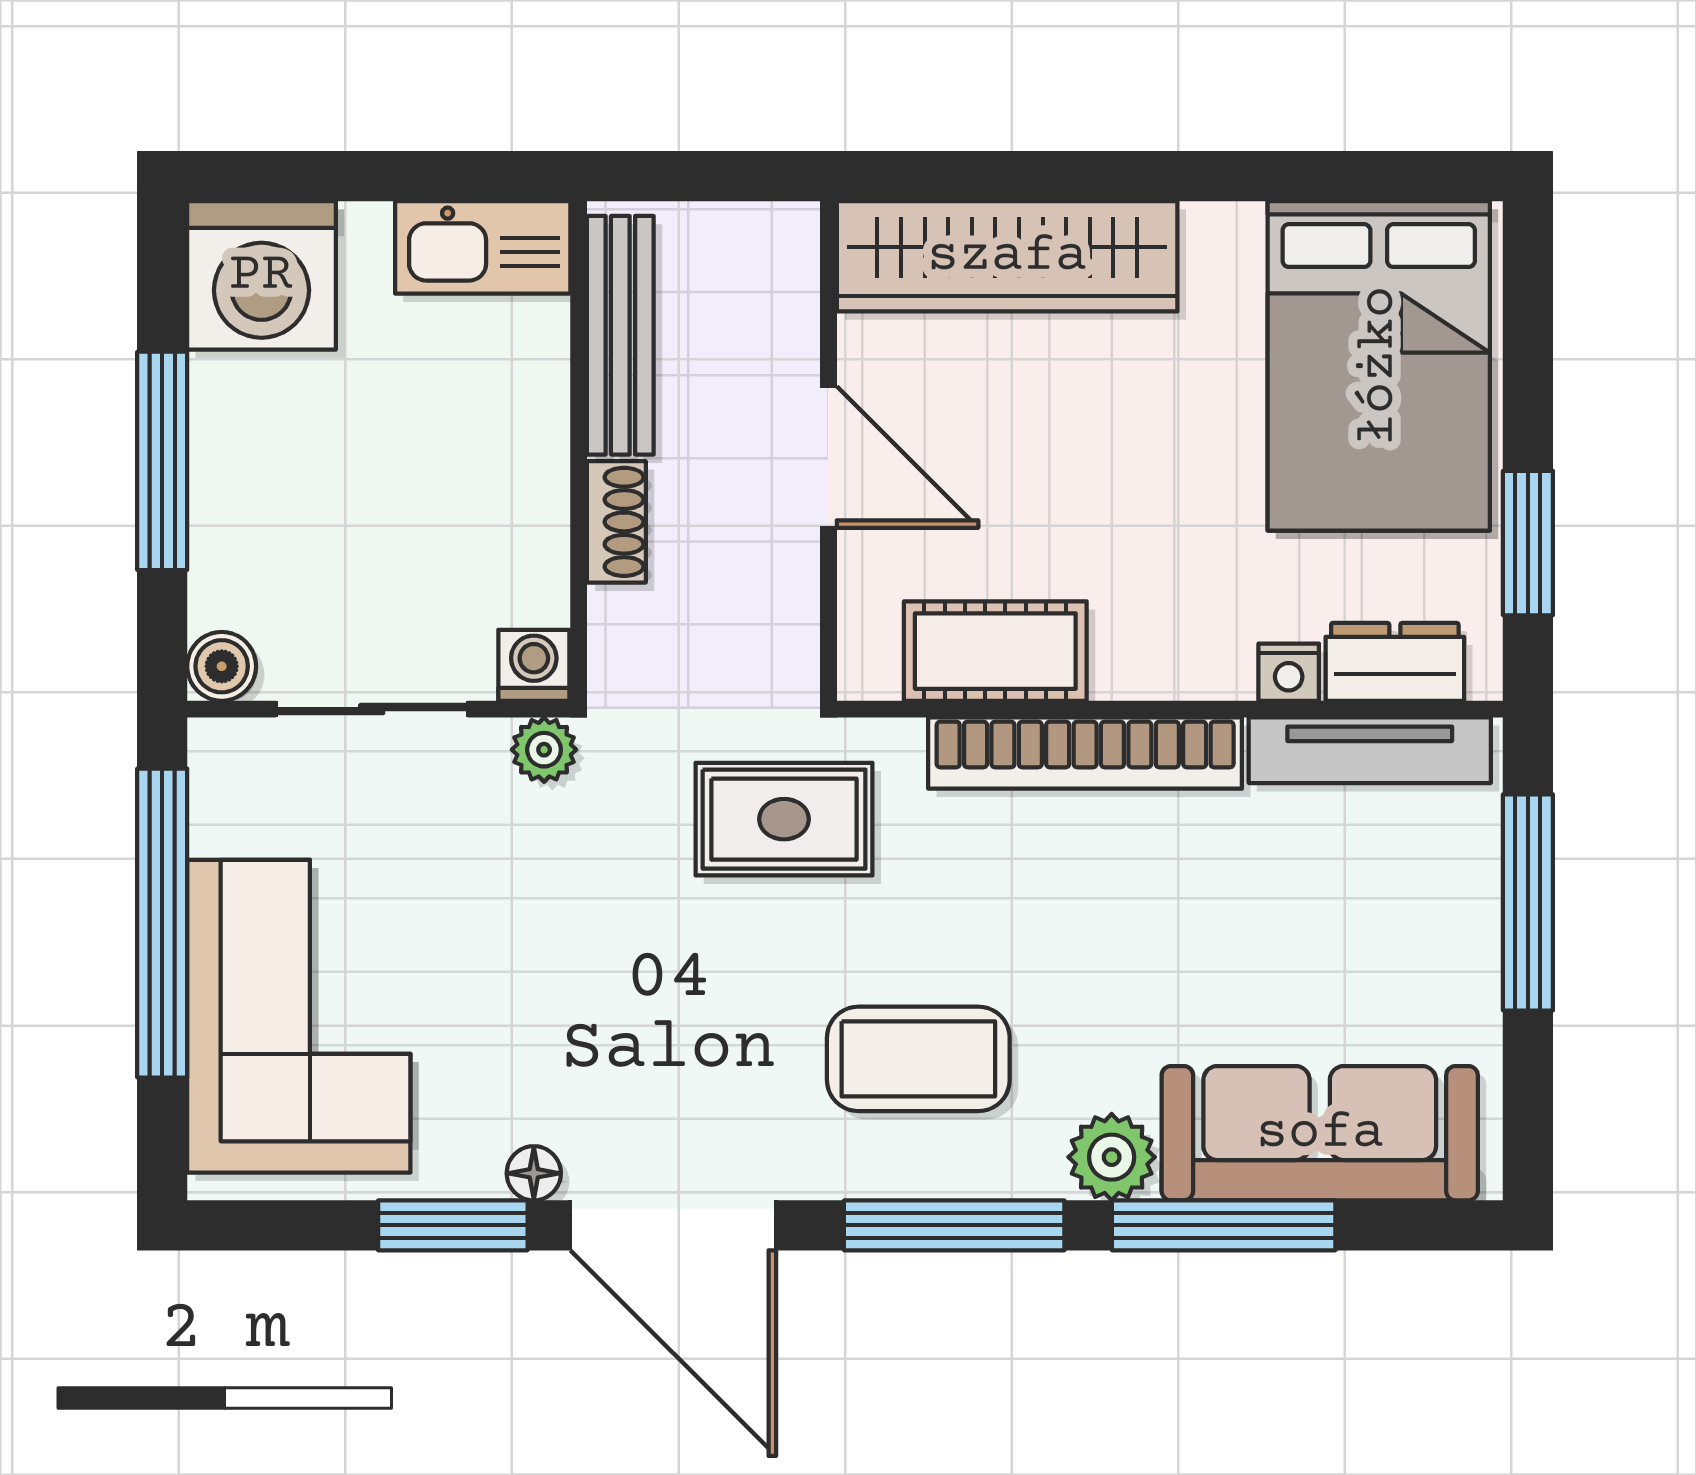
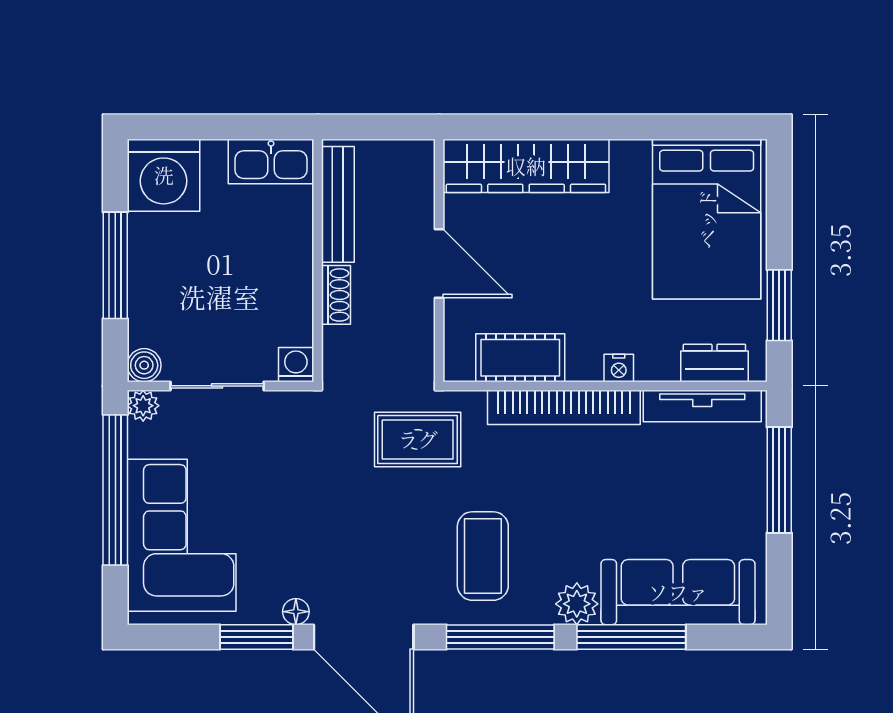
nightstand: (1289, 672) -> (619, 368), moved
plant: (544, 750) -> (143, 406), moved
coffee table: (918, 1059) -> (483, 556), turned 90

